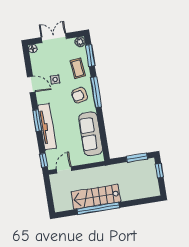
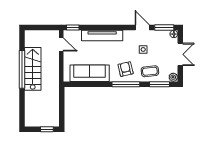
door: (31, 84) -> (142, 28), swing flipped
window: (37, 120) -> (164, 28), moved
window: (137, 157) -> (62, 111), removed

